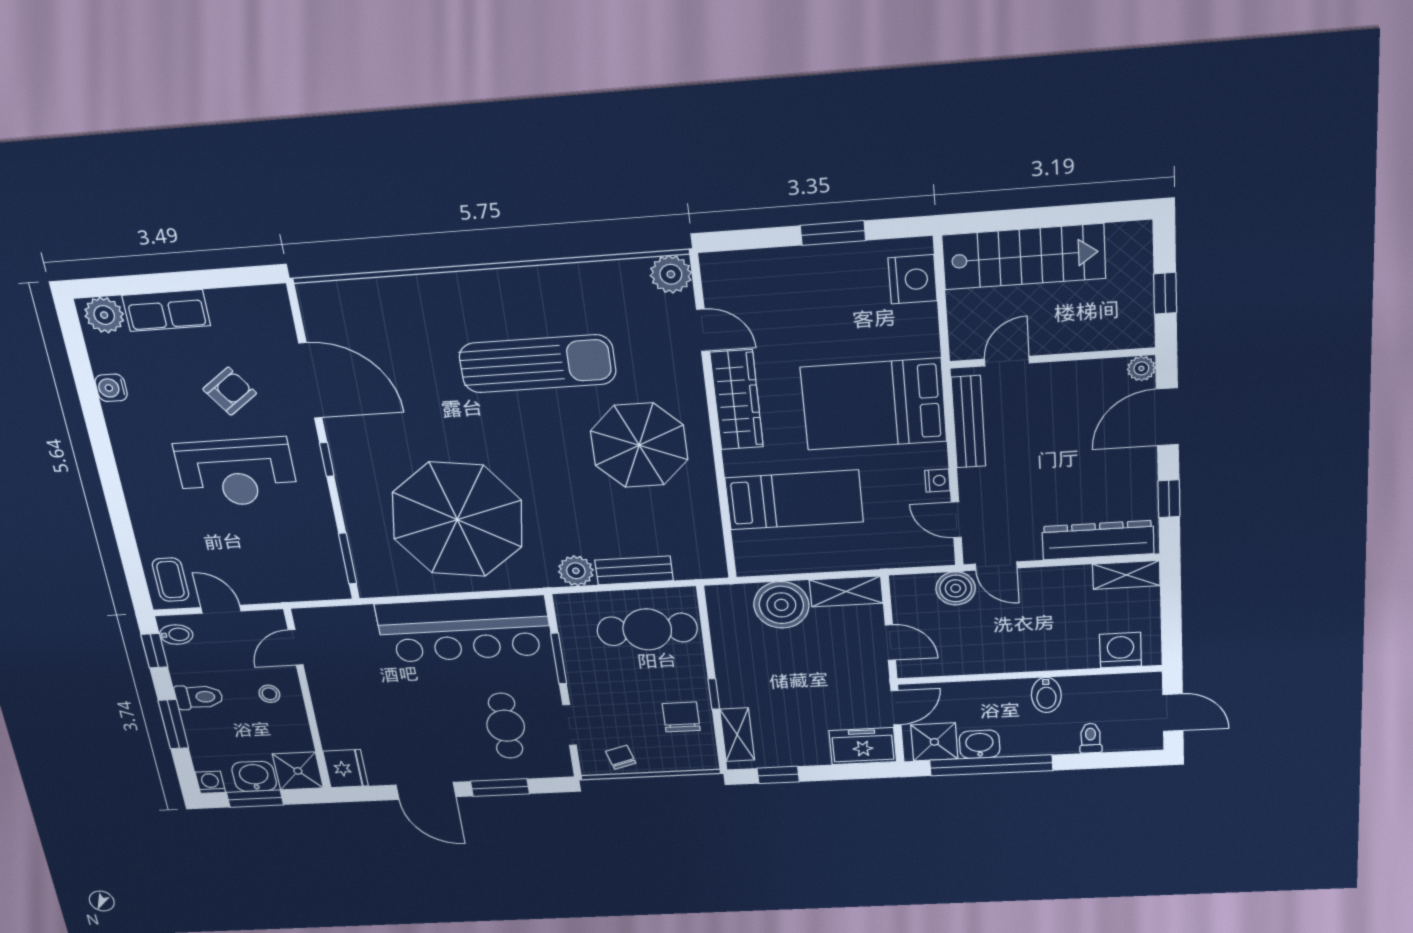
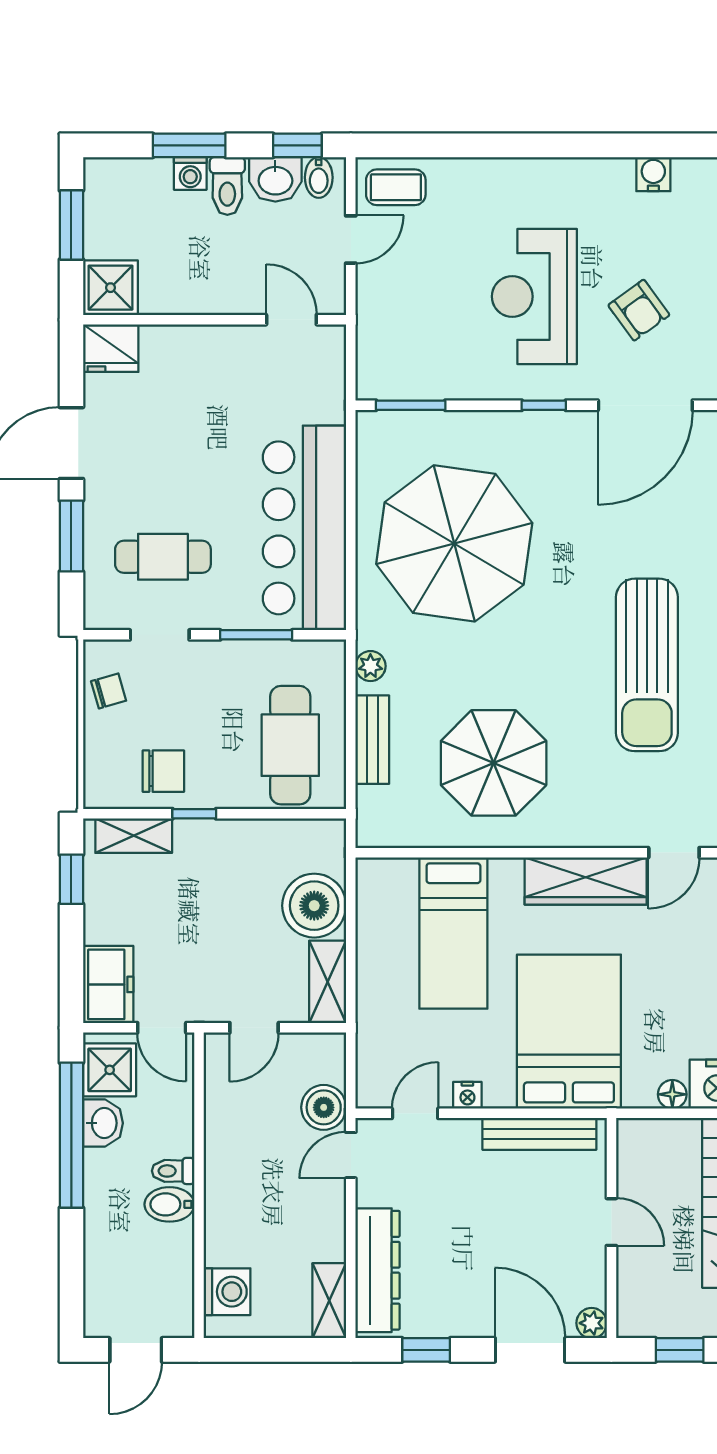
floor lamp: (925, 316) -> (672, 1094), added
door: (1007, 361) -> (611, 1222), moved
parasol: (639, 445) -> (494, 763), moved
plant: (576, 571) -> (370, 666), width x0.73, depth x0.73
stool: (269, 694) -> (227, 274), removed
toilet: (1091, 738) -> (173, 1171), moved, turned 180
washbasin: (254, 776) -> (275, 179), moved, turned 90
washing machine: (210, 782) -> (190, 173), moved, turned 90

